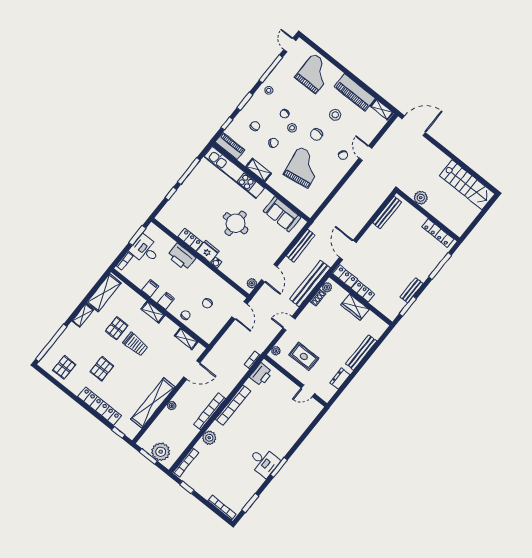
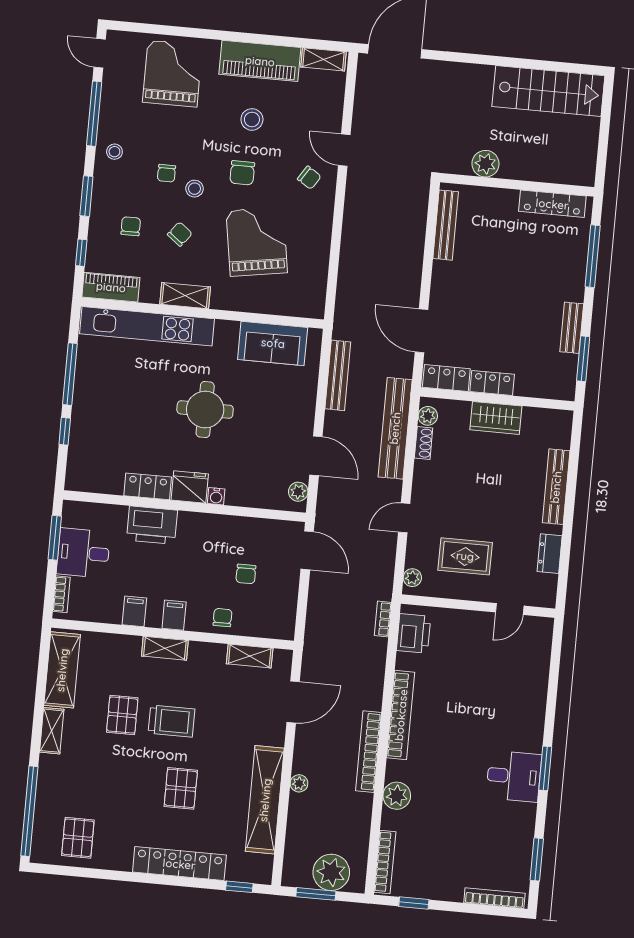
pallet: (102, 369) -> (181, 788), moved

